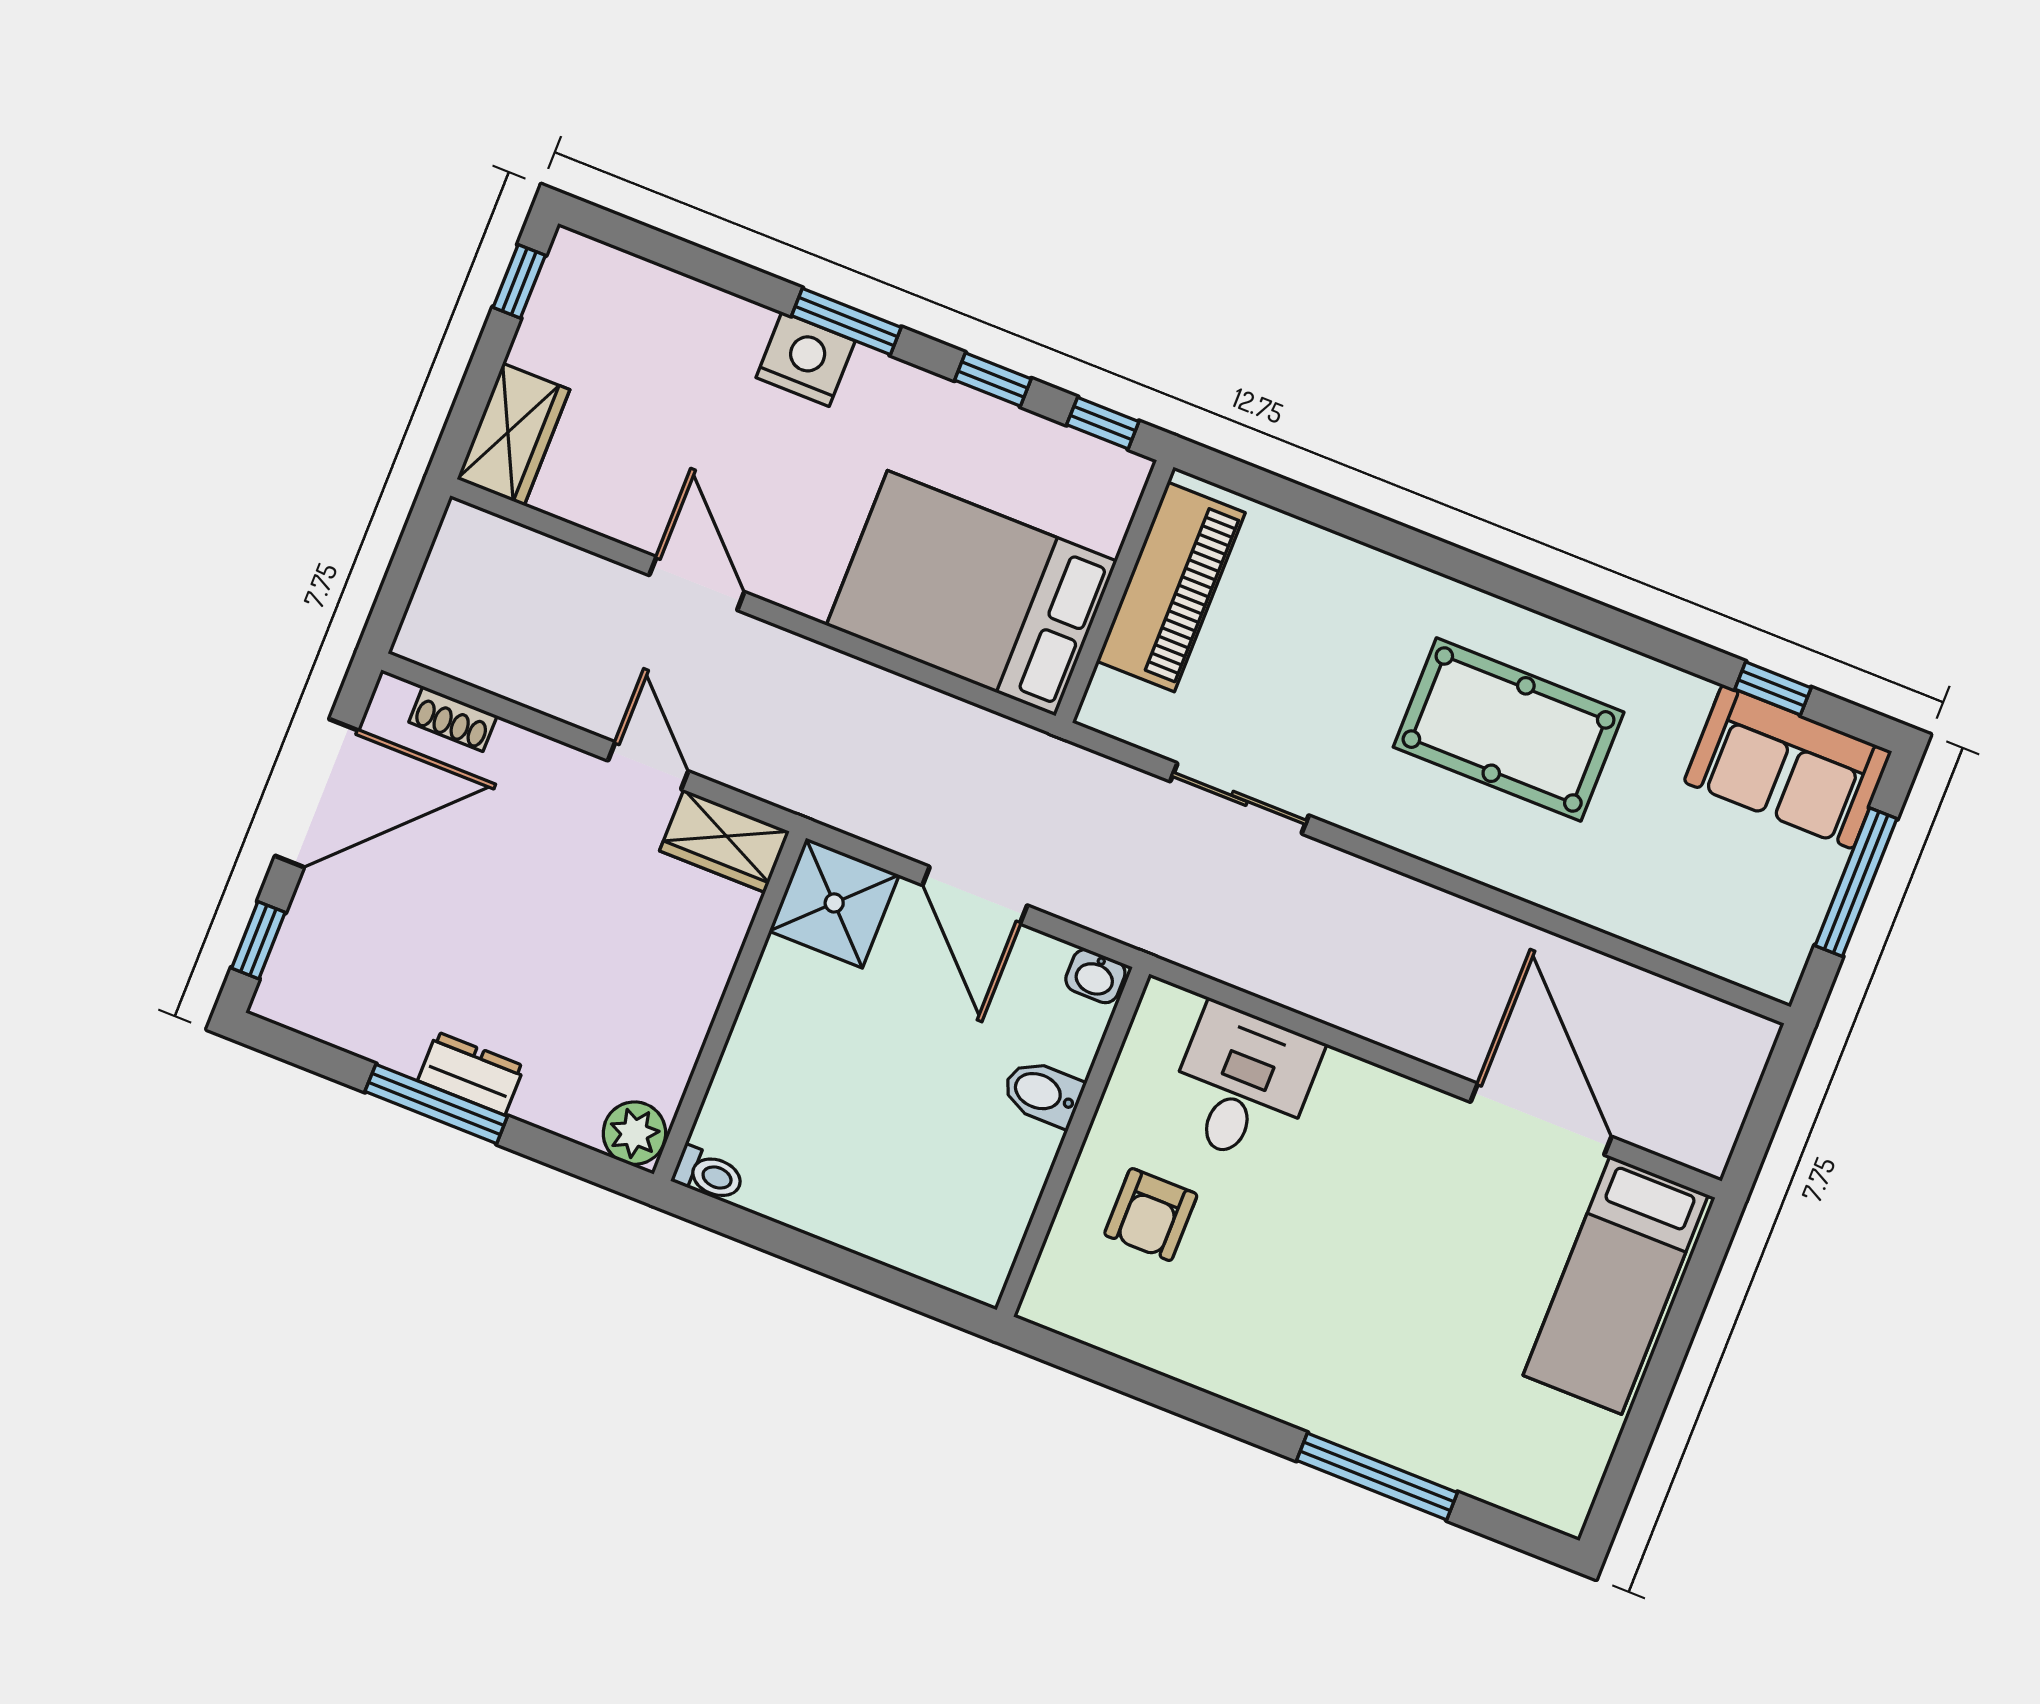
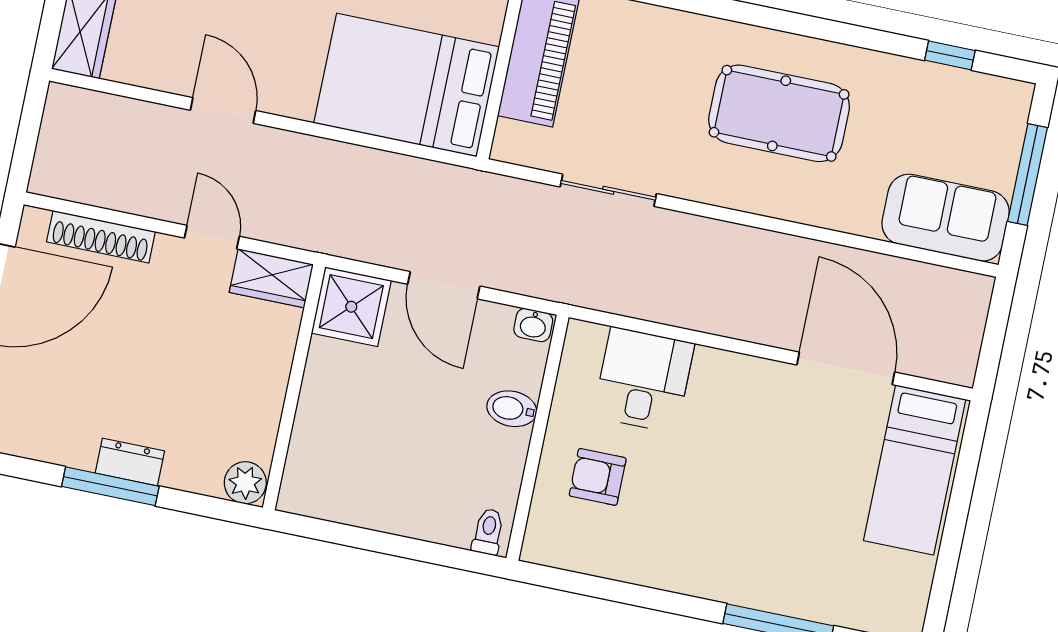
shoe rack: (453, 719) -> (101, 237), width x1.94, depth x1.24
sofa: (1788, 767) -> (946, 218), moved, turned 180
toilet: (708, 1174) -> (488, 532), moved, turned -90
armchair: (1151, 1215) -> (598, 477), turned 90

